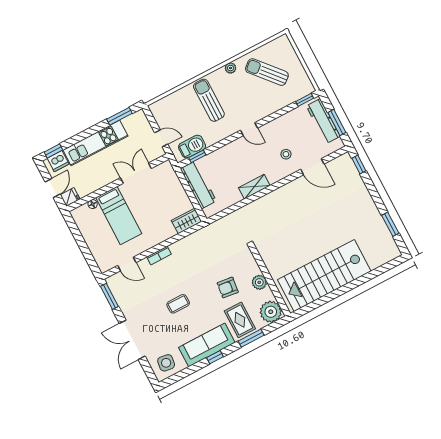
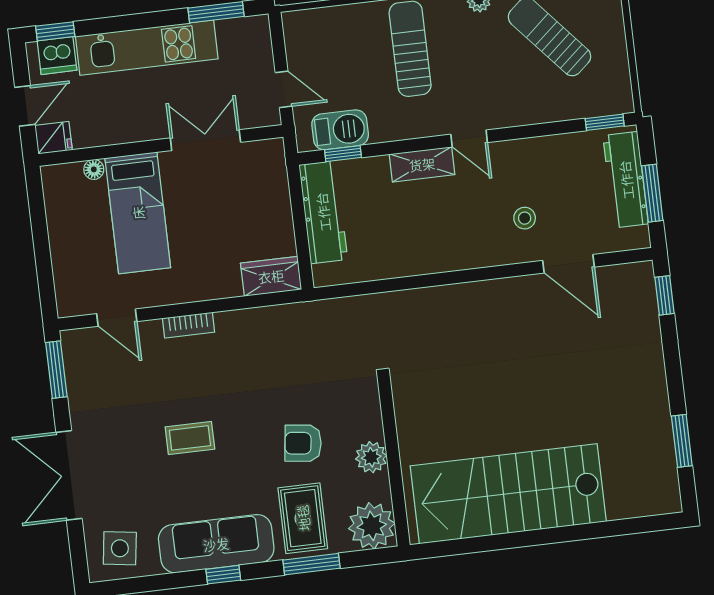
shelving: (254, 187) -> (422, 164), moved

